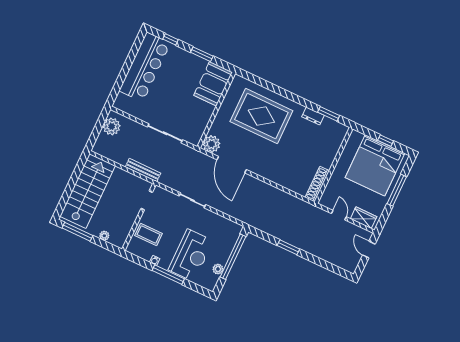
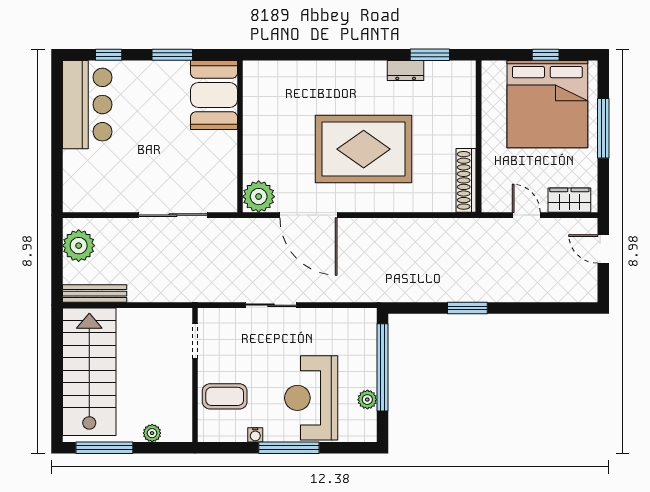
bar counter: (145, 67) -> (87, 105), width x0.73
rug: (261, 116) -> (364, 149), moved
bench: (143, 170) -> (95, 294), moved
reception desk: (191, 255) -> (311, 398), turned 180

